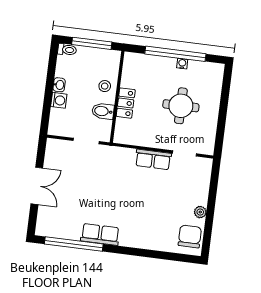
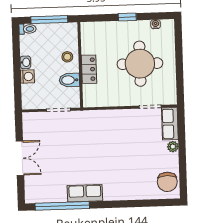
window: (175, 54) -> (127, 17), width x0.32
water cooler: (182, 64) -> (156, 24), moved
round table: (181, 106) -> (140, 64), width x1.36, depth x1.36
row of seats: (153, 159) -> (170, 124), moved, turned 90
plant: (200, 212) -> (173, 147), moved
chair: (190, 236) -> (167, 182), turned 180

